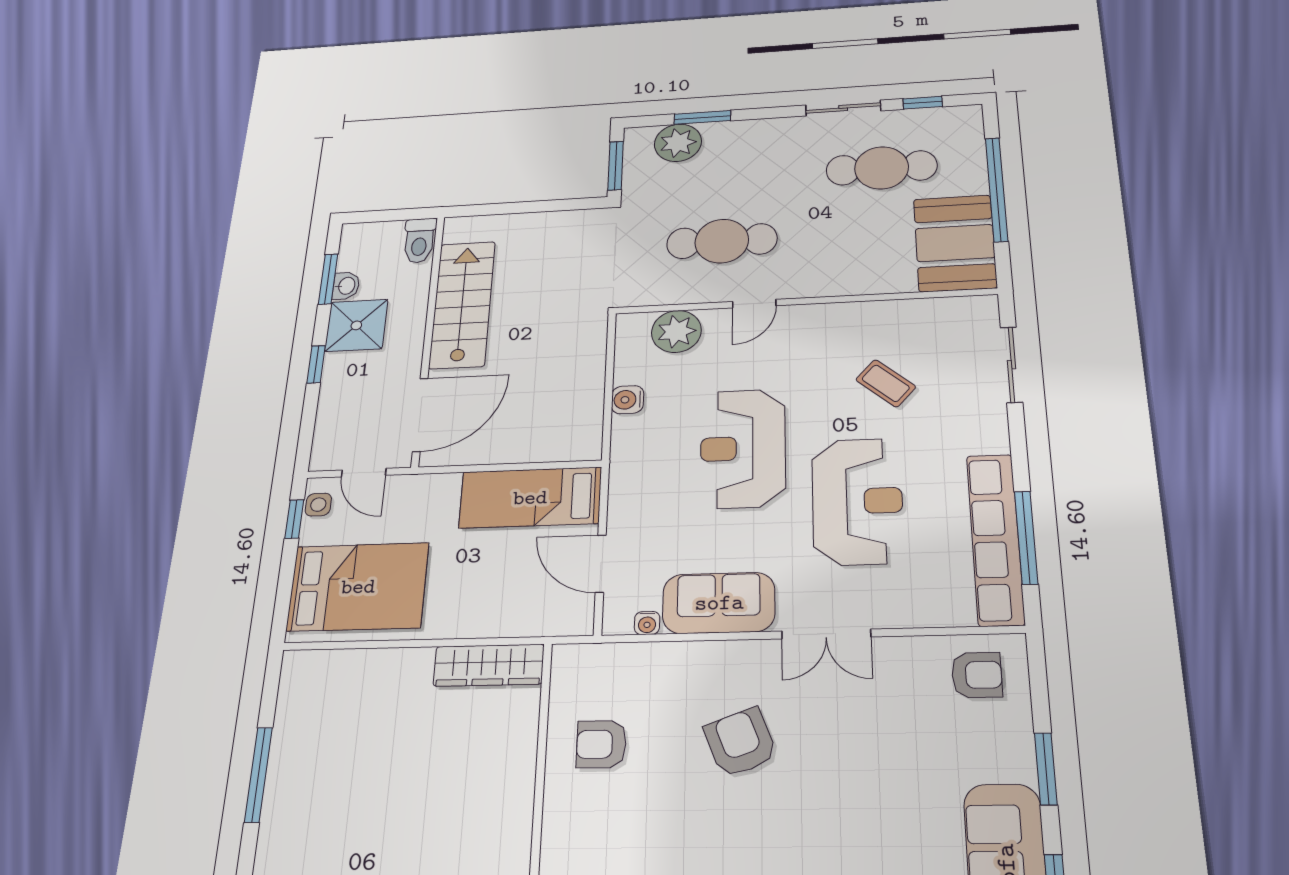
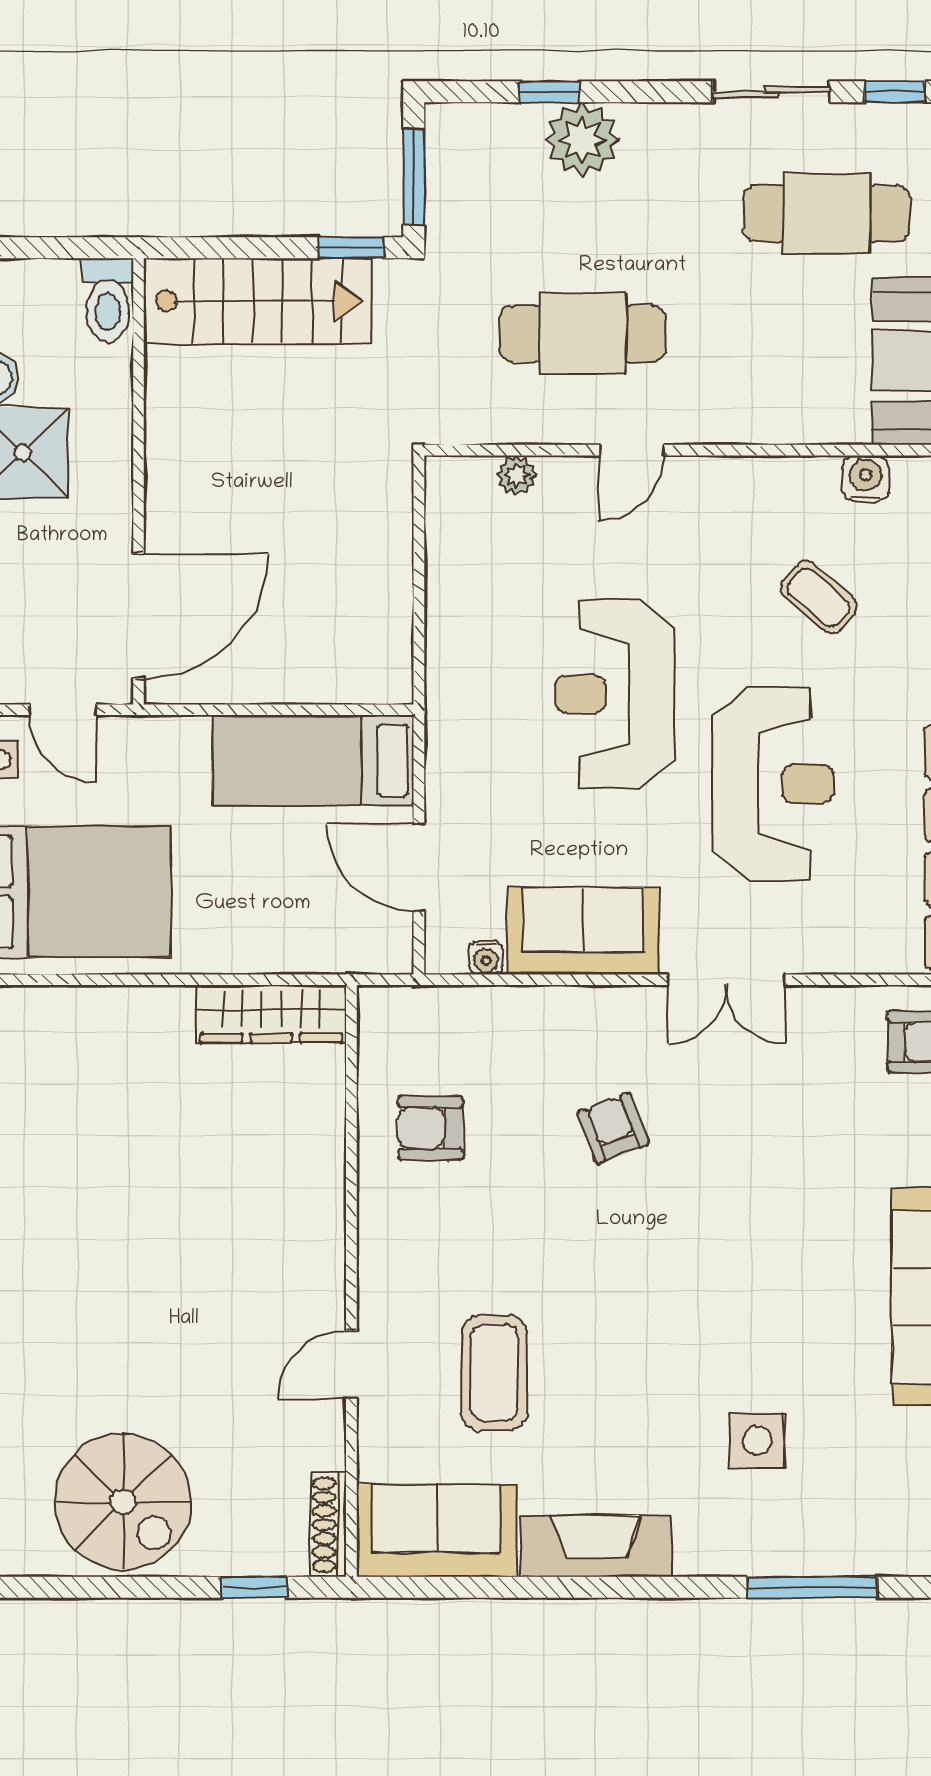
window: (702, 117) -> (550, 92), width x0.67
plant: (678, 143) -> (582, 139), moved
window: (574, 204) -> (351, 248), added
stairs: (462, 304) -> (257, 301), moved, turned 90
plant: (676, 331) -> (516, 475), width x0.53, depth x0.53
water cooler: (627, 400) -> (866, 479), moved, turned 90
armchair: (741, 742) -> (613, 1128), width x0.72, depth x0.72

